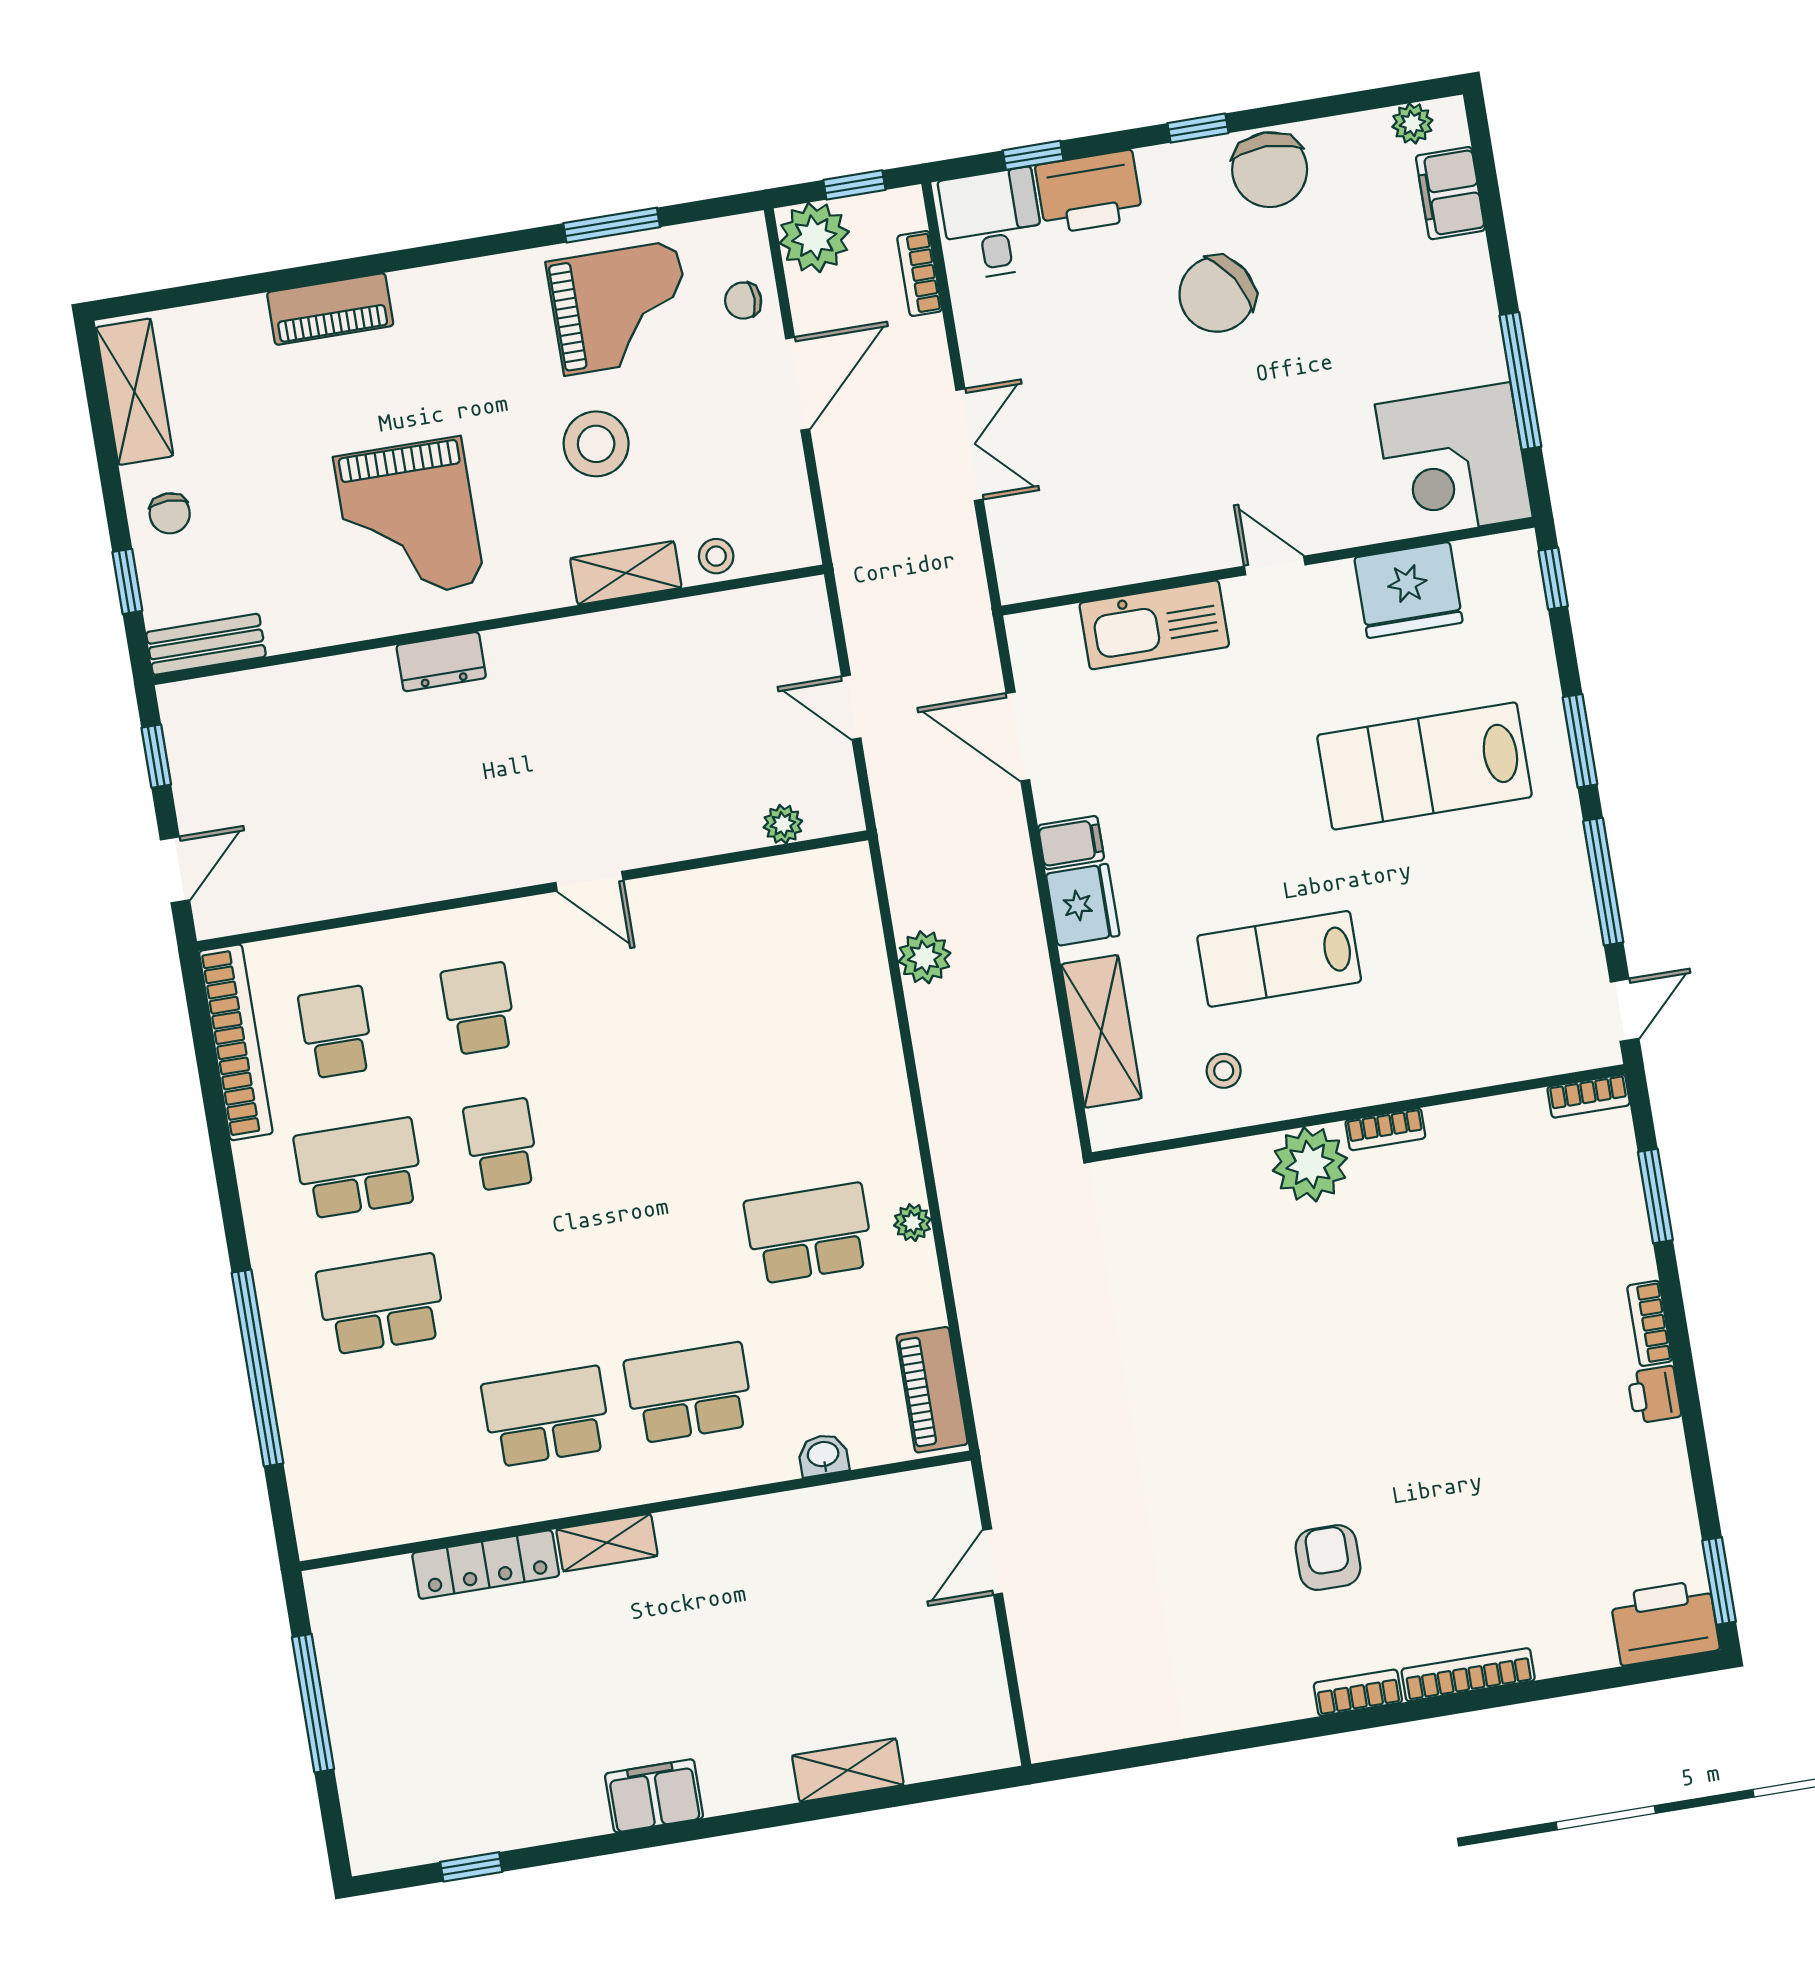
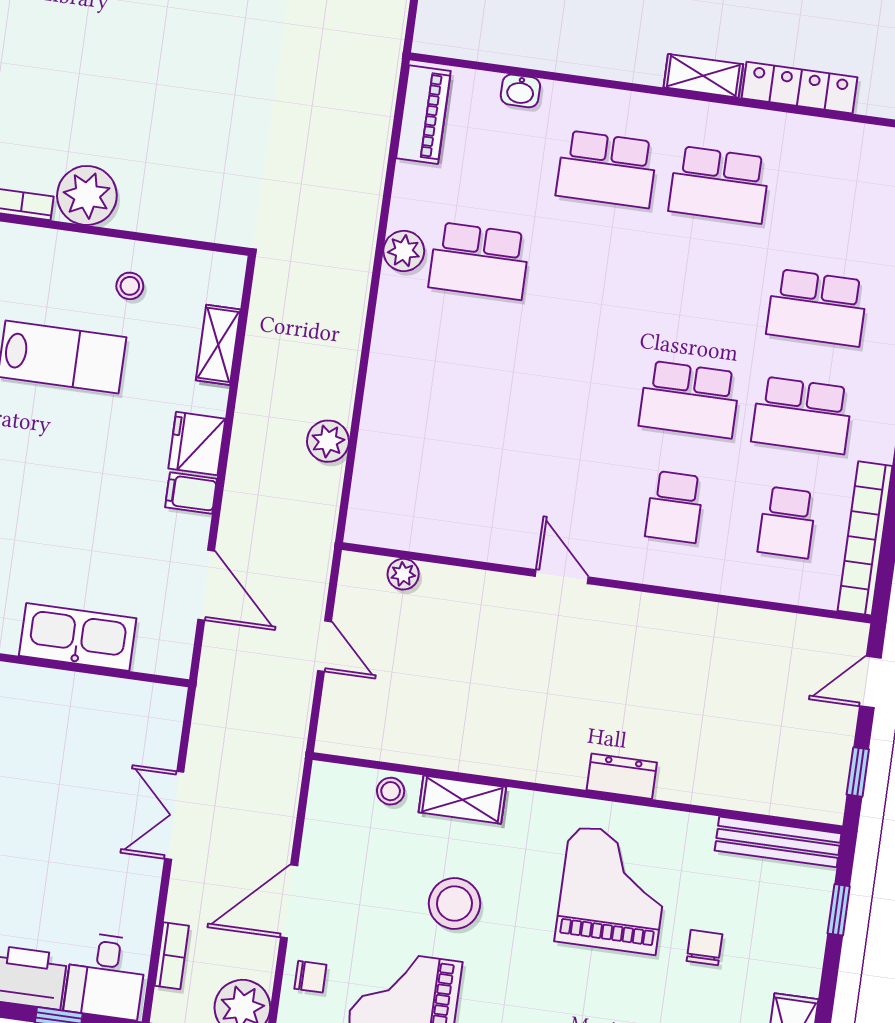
chair: (170, 513) -> (704, 948), moved
bench: (206, 644) -> (778, 842), width x1.36
shelving: (1101, 1031) -> (218, 345), width x0.67, depth x0.75
school desk: (501, 1145) -> (690, 399), width x1.85
plant: (912, 1223) -> (404, 251), width x1.38, depth x1.38

